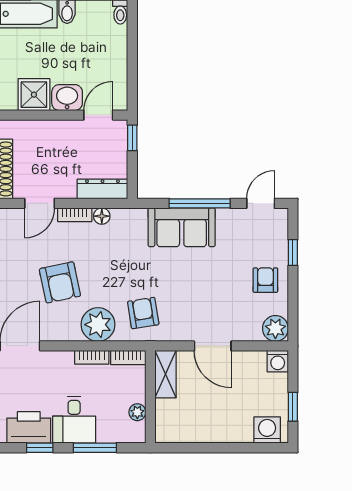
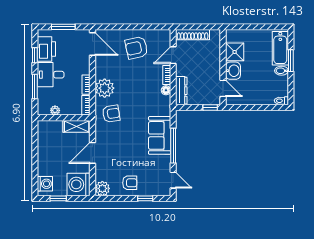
door: (40, 203) -> (173, 55), hinge flipped
armchair: (60, 282) -> (136, 48), moved
washing machine: (278, 361) -> (79, 184), width x1.89, depth x1.89

